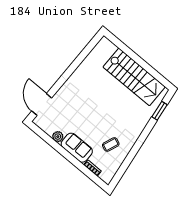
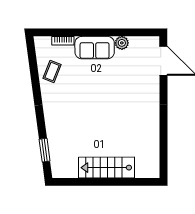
stairs: (134, 77) -> (107, 168), width x0.73, depth x0.66
coffee table: (111, 144) -> (52, 71), moved

